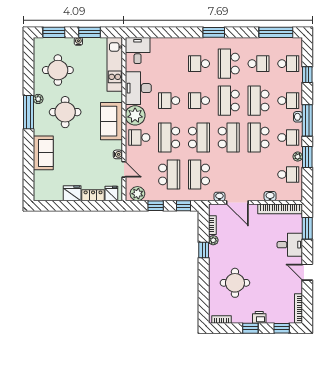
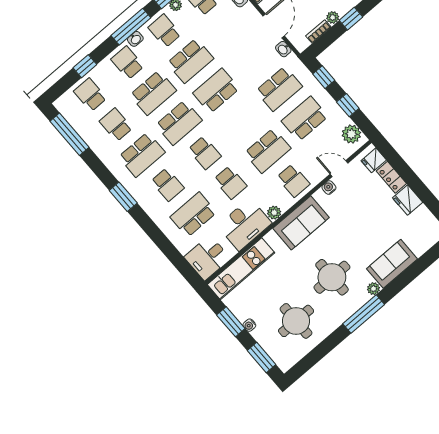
plant: (38, 99) -> (373, 289), moved
plant: (135, 115) -> (274, 213), width x0.53, depth x0.53
school desk: (199, 138) -> (193, 215), moved
door: (124, 169) -> (339, 169), hinge flipped

